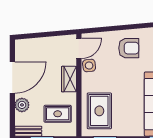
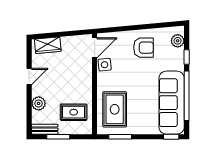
door: (12, 78) -> (29, 76), width x0.53
wardrobe: (69, 79) -> (48, 45), moved, turned -95

